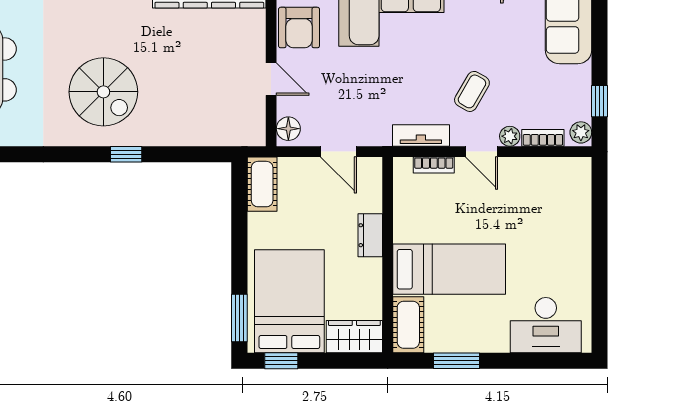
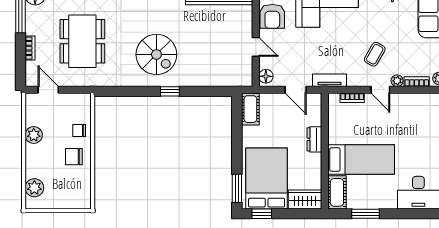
tv unit: (421, 135) -> (329, 80), moved

